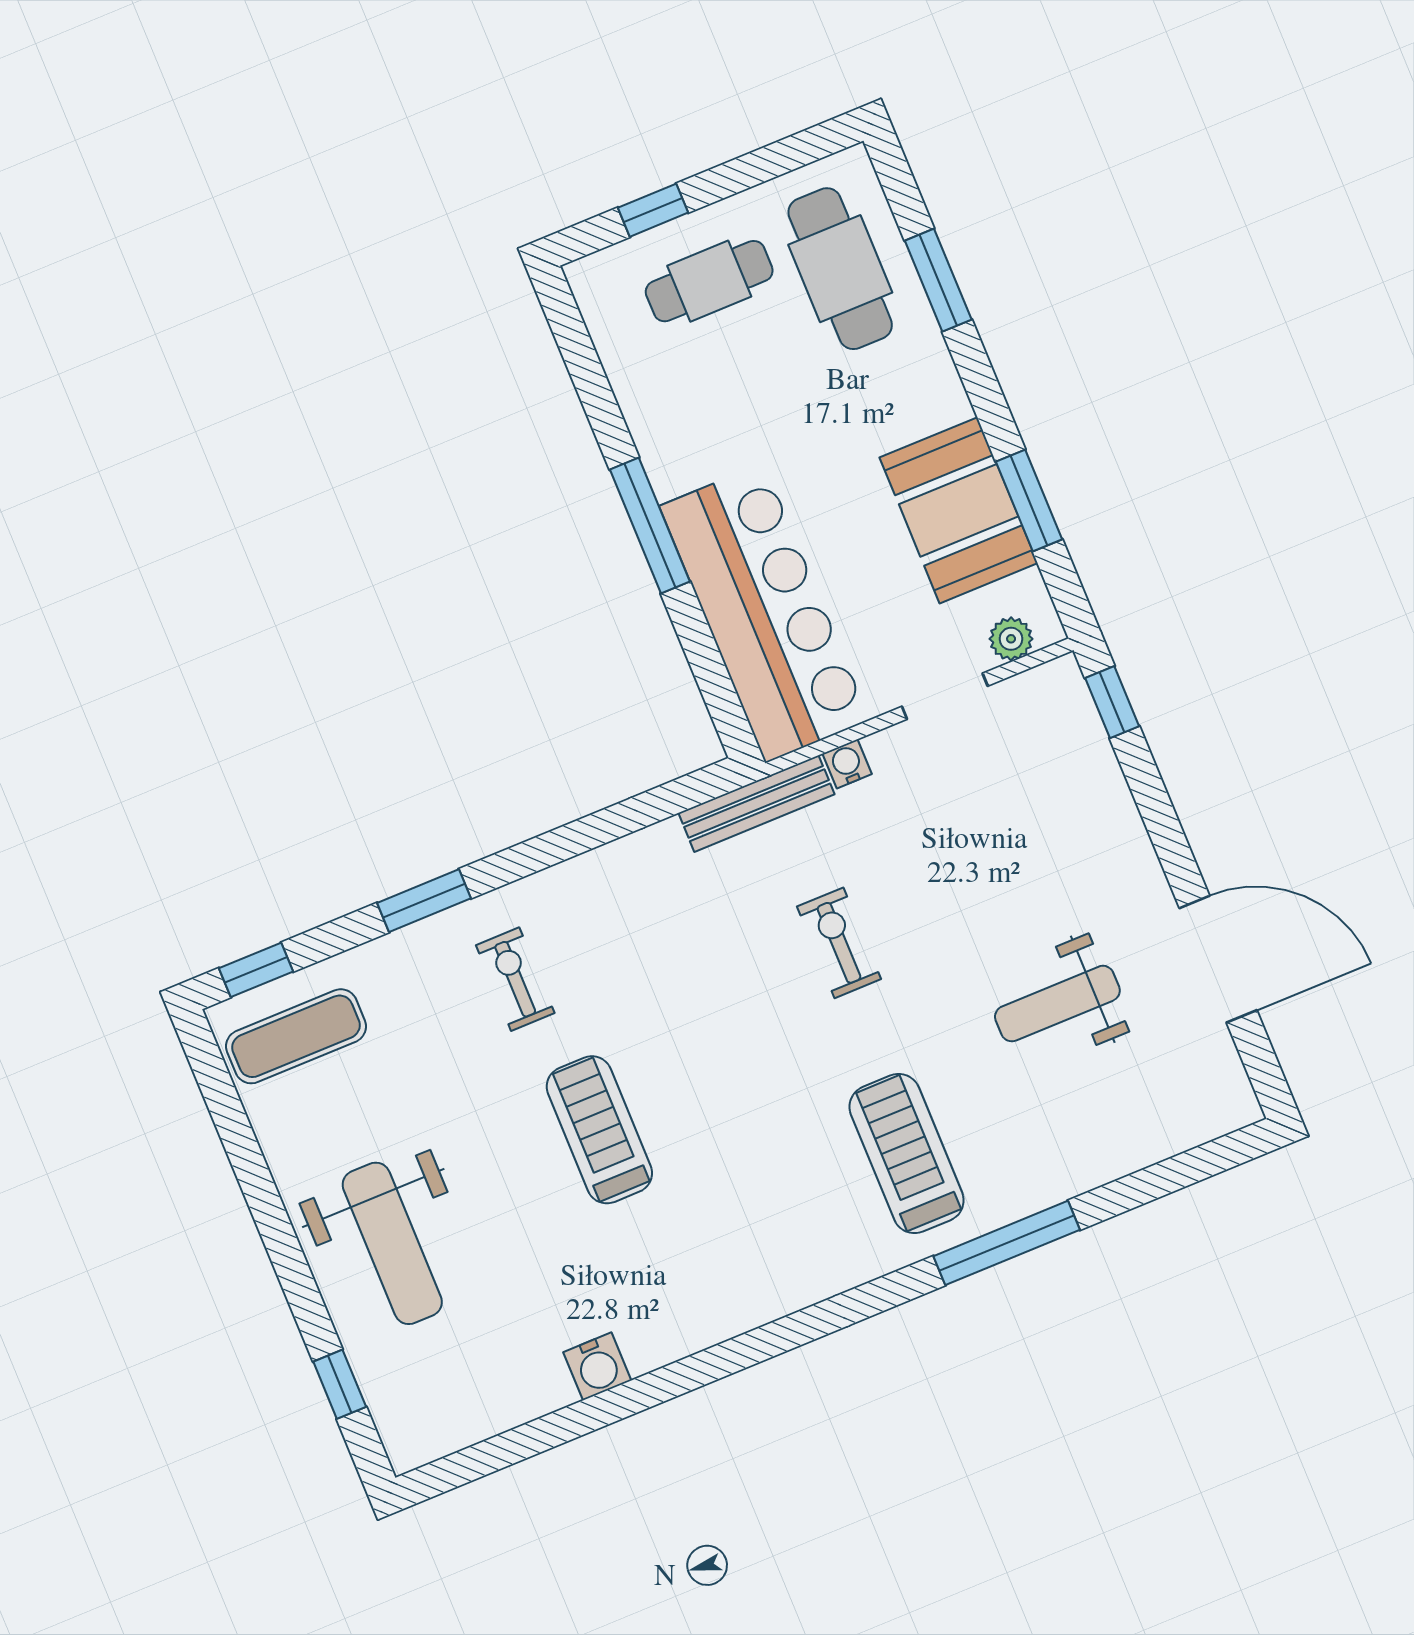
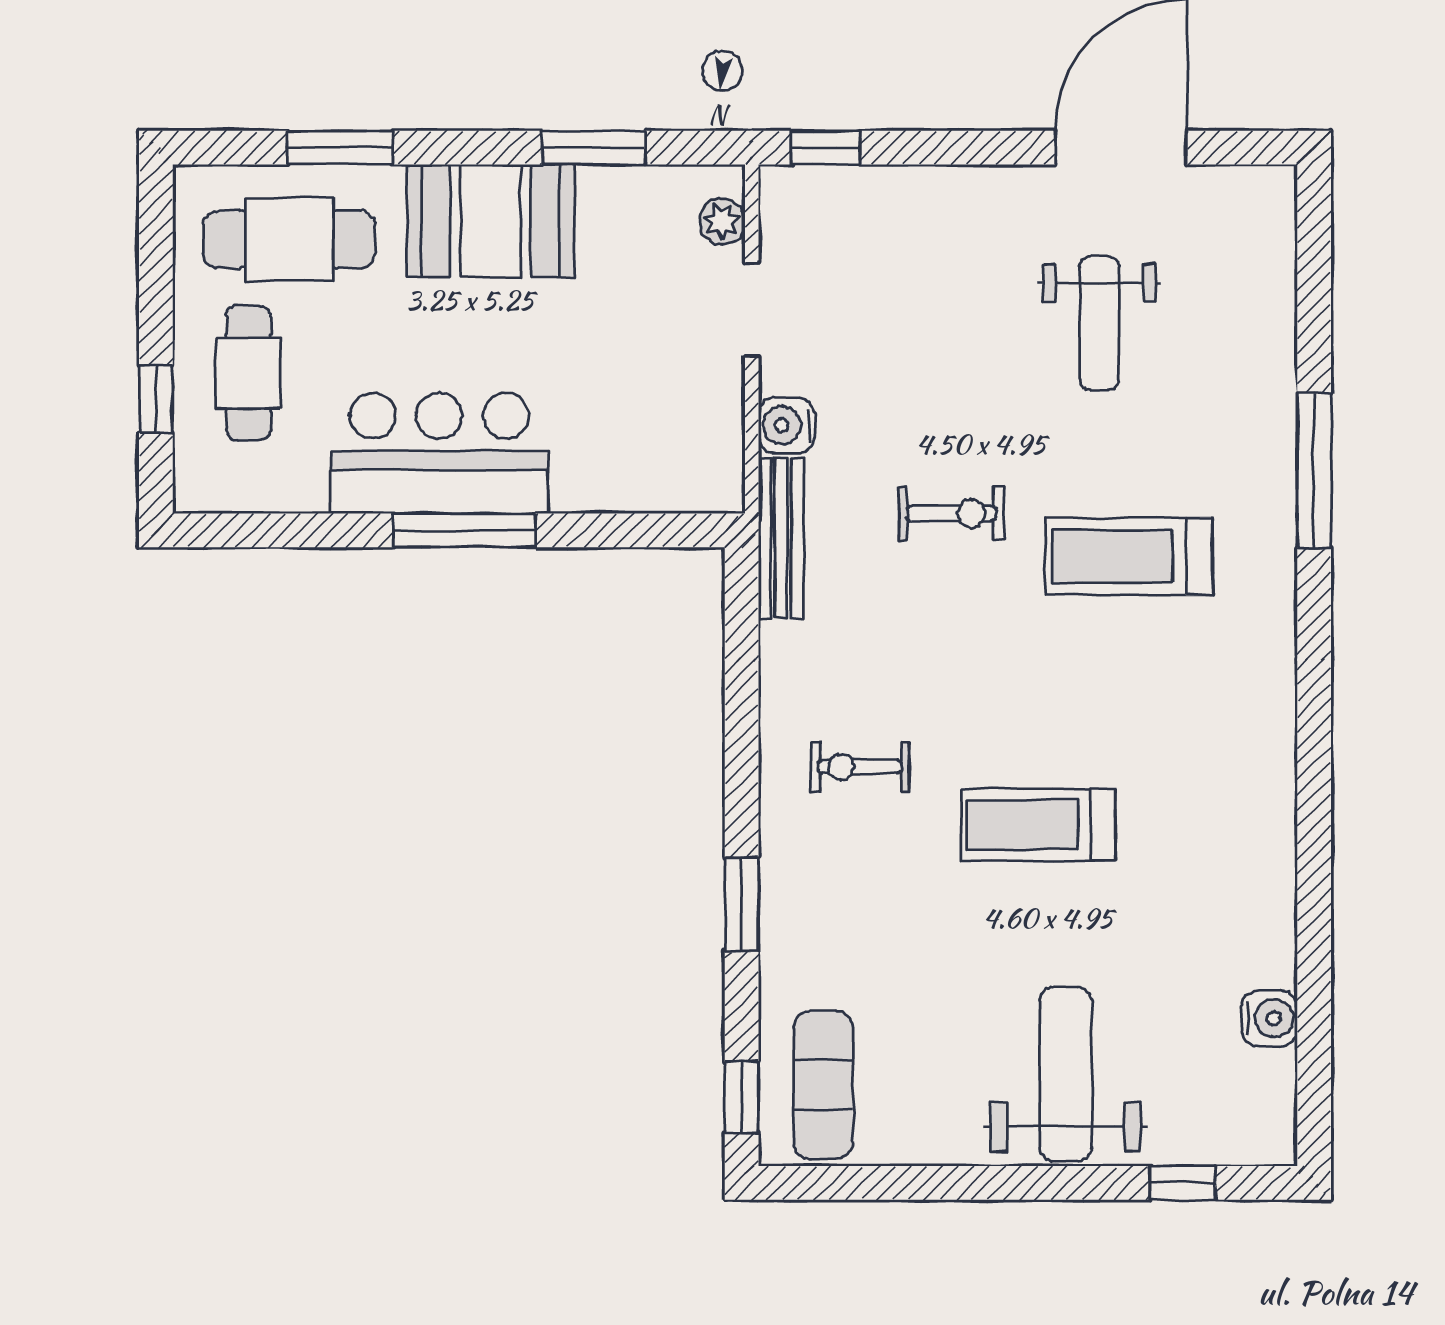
booth: (959, 510) -> (491, 221), moved
bar counter: (764, 613) -> (439, 453), moved, width x0.73
water cooler: (847, 764) -> (786, 425), width x1.38, depth x1.38
exercise bike: (839, 943) -> (951, 513), turned 180
exercise bike: (515, 979) -> (860, 767), moved
treadmill: (907, 1154) -> (1129, 556), moved
weight bench: (392, 1243) -> (1066, 1074), turned -90
water cooler: (597, 1366) -> (1269, 1018), moved

